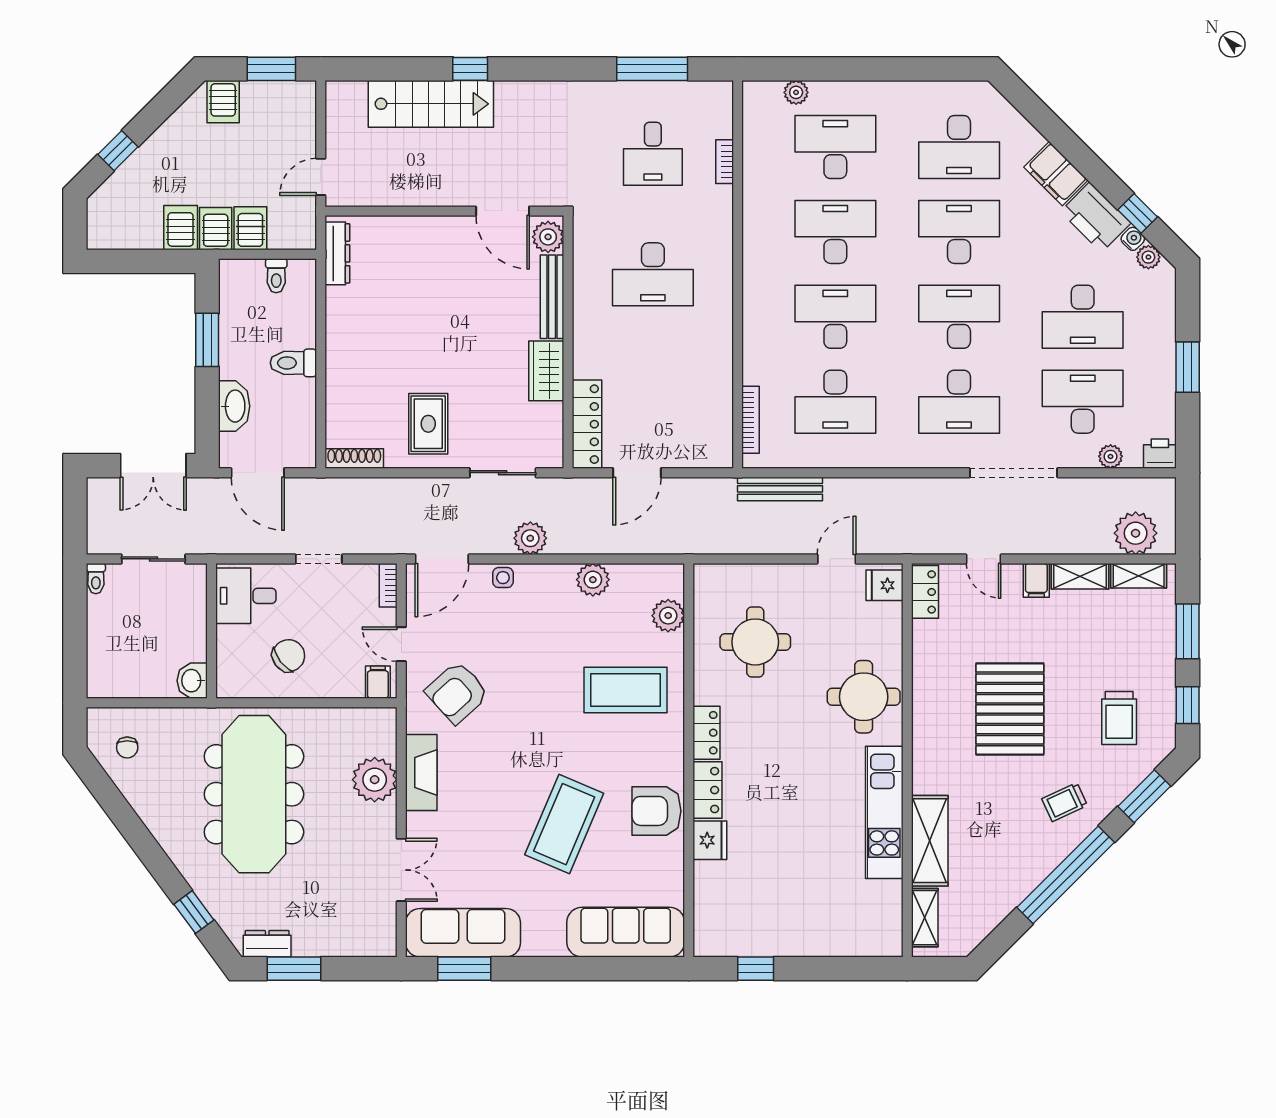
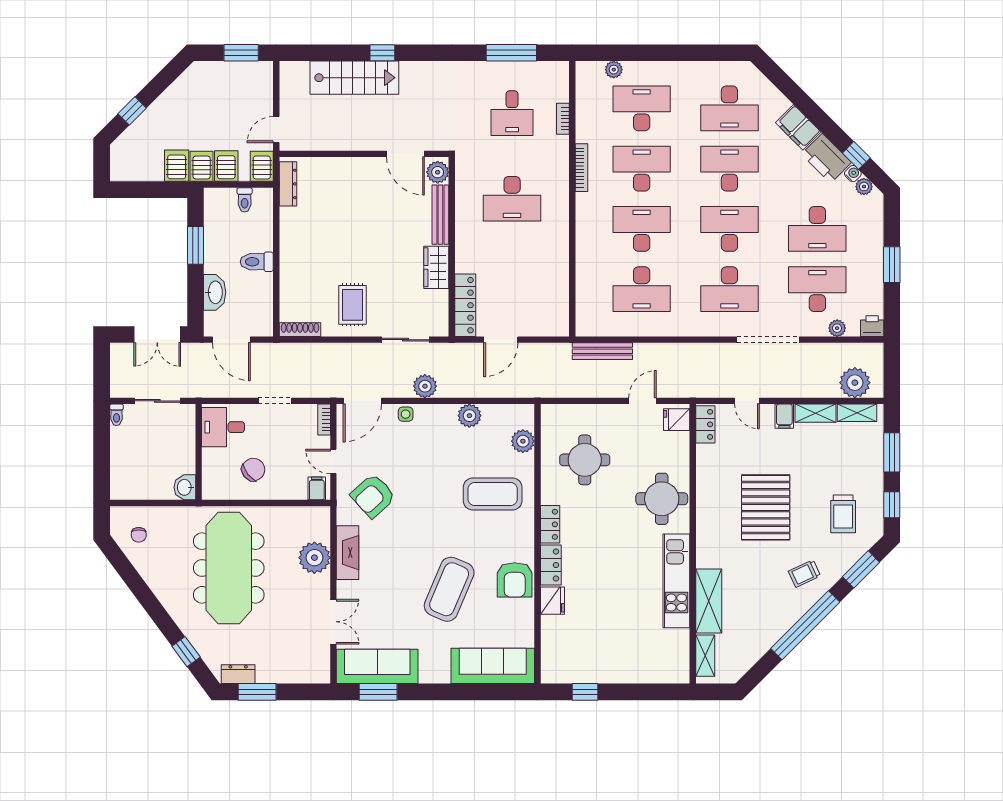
server rack: (223, 102) -> (262, 166), moved, turned 180
bookcase: (751, 420) -> (581, 168), moved
armchair: (657, 811) -> (515, 580), turned -90

